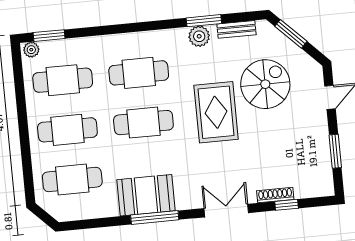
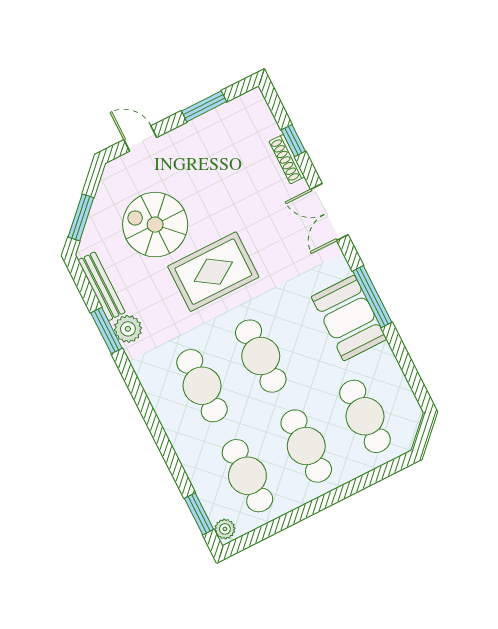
bench: (237, 29) -> (102, 286), width x1.36

